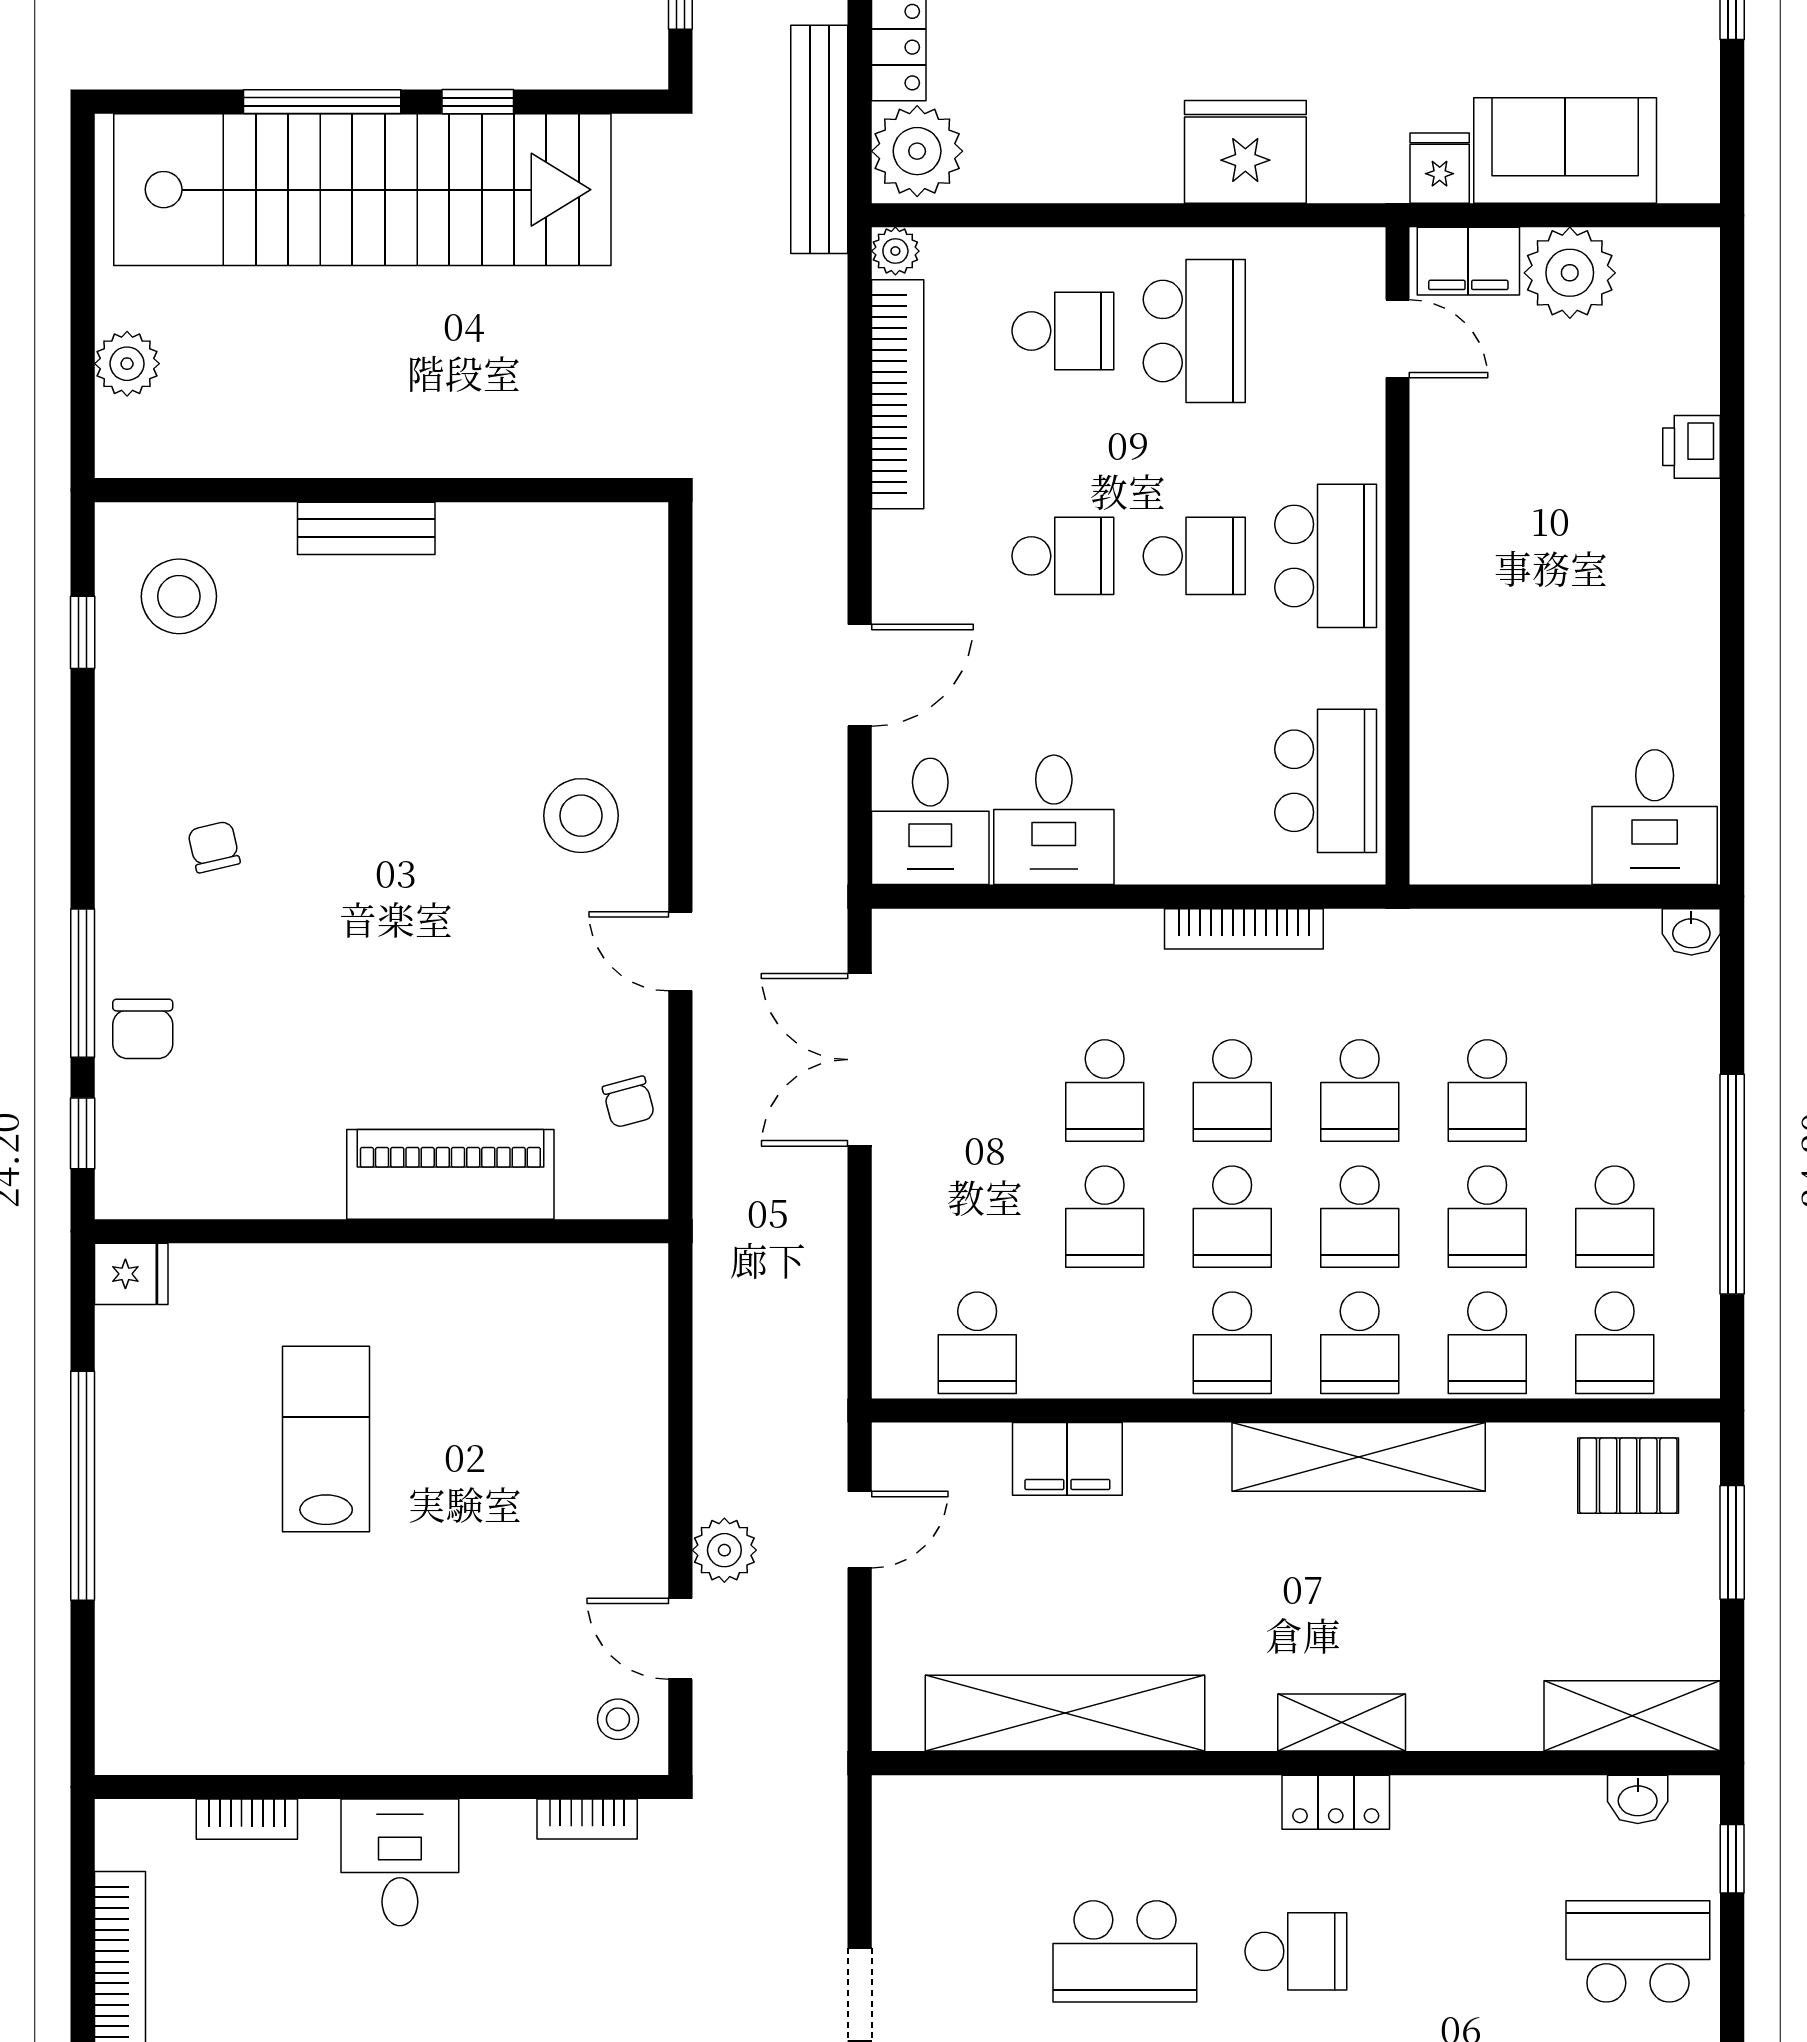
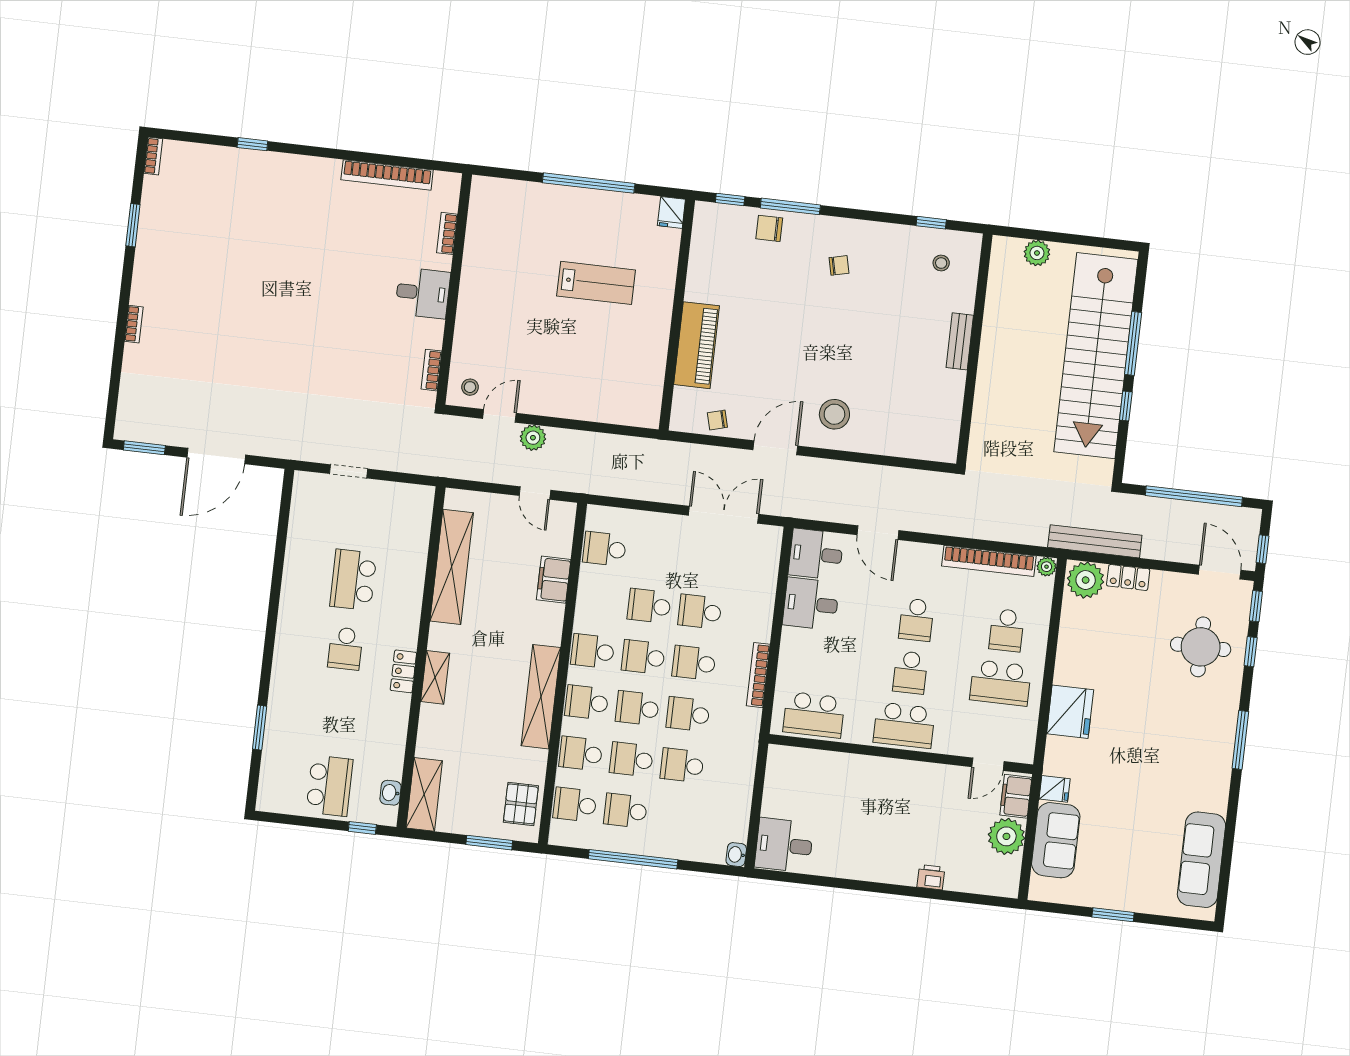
stool: (179, 596) -> (941, 263), width x0.53, depth x0.53
door: (680, 951) -> (775, 448), width x1.38

